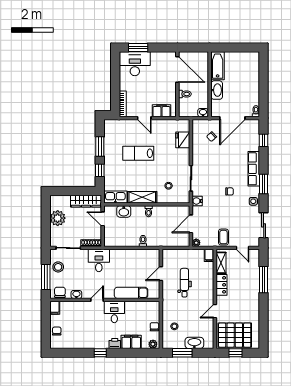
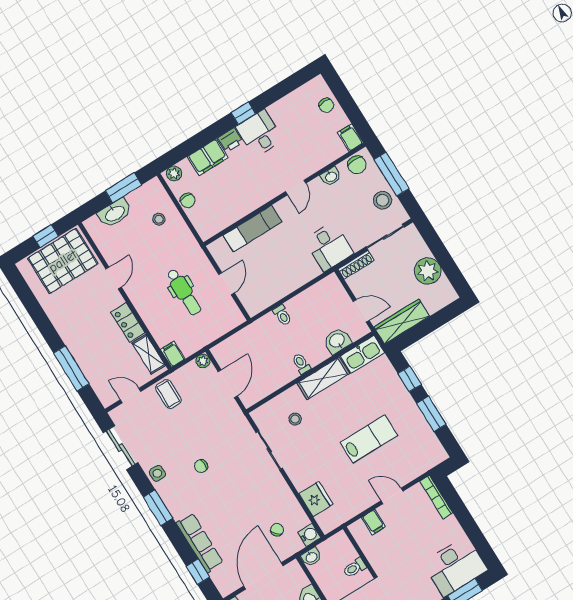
filing cabinet: (162, 111) -> (374, 522), width x0.50
row of seats: (254, 169) -> (200, 543), moved
water cooler: (197, 201) -> (309, 535), moved
desk: (114, 312) -> (260, 133), moved, turned 180

